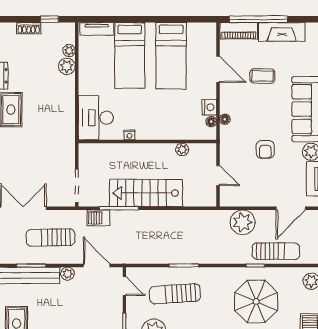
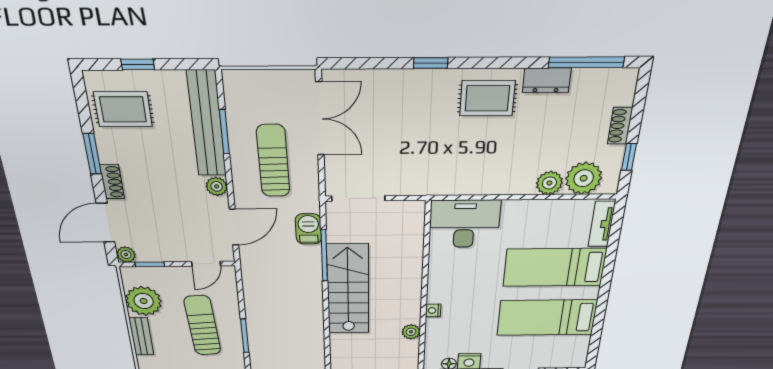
plant: (69, 51) -> (584, 178), width x1.88, depth x1.88
nightstand: (129, 135) -> (433, 310), moved

